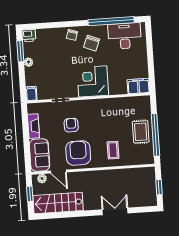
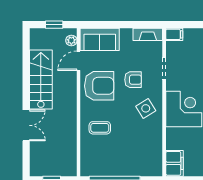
side table: (94, 113) -> (146, 108), added
fireplace: (33, 126) -> (148, 34), moved
rug: (141, 132) -> (120, 162), removed
stairs: (58, 203) -> (41, 80), moved

